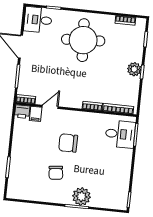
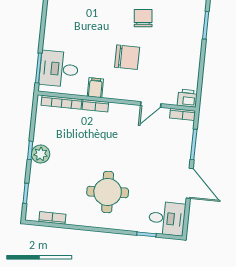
round table: (83, 40) -> (108, 192), width x0.73, depth x0.73
filing cabinet: (36, 114) -> (95, 88), moved

